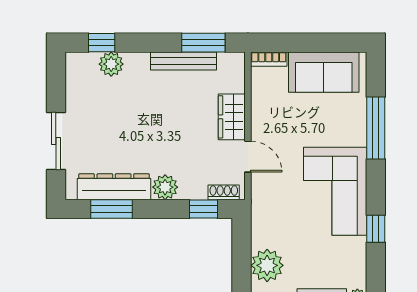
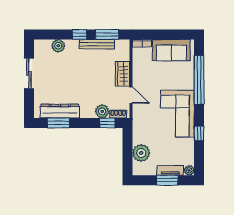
window: (102, 43) -> (79, 34), moved
window: (376, 128) -> (199, 80), width x1.46
sliding door: (56, 141) -> (29, 73), moved
plant: (165, 187) -> (102, 111), moved

